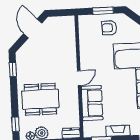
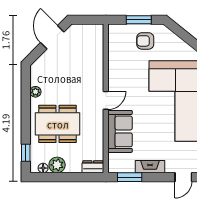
window: (13, 69) -> (26, 86), removed
plant: (21, 74) -> (35, 92), added

